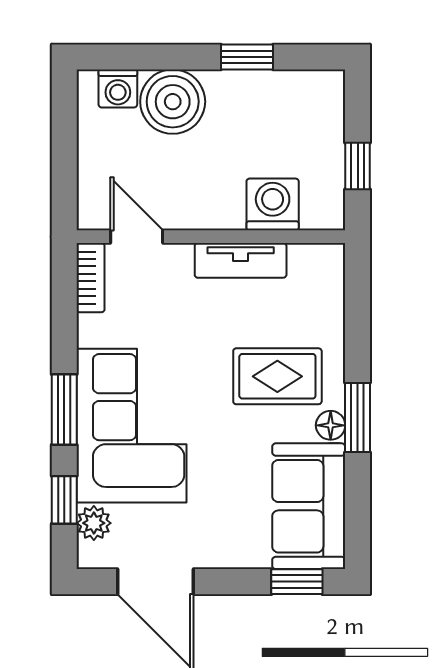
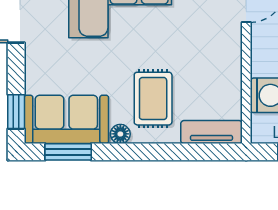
tv unit: (241, 260) -> (211, 132), moved, turned 90
window: (358, 417) -> (68, 152), moved

